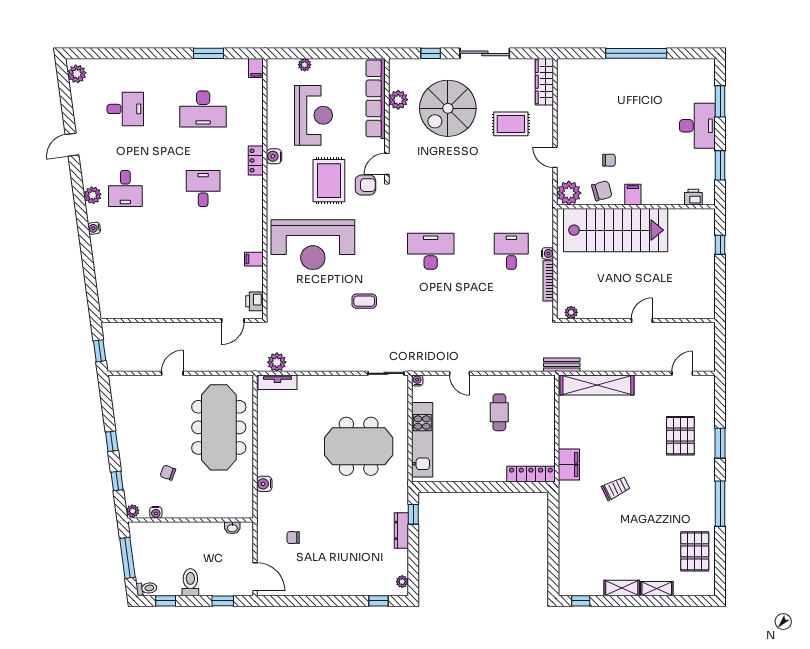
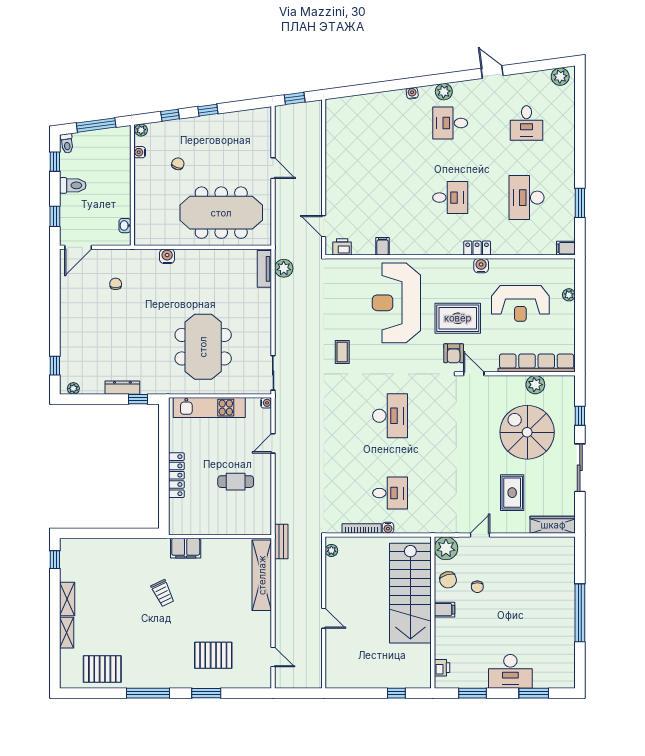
locker: (531, 474) -> (176, 475), moved

